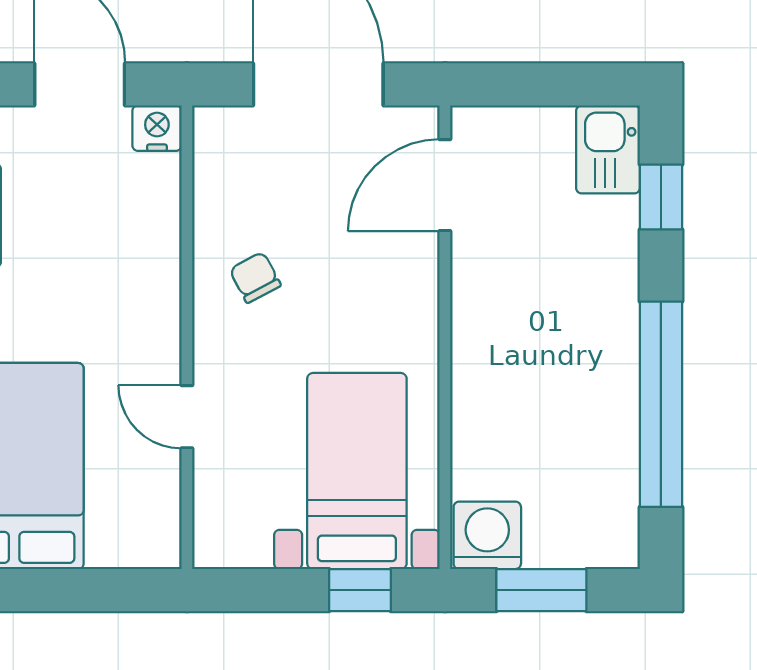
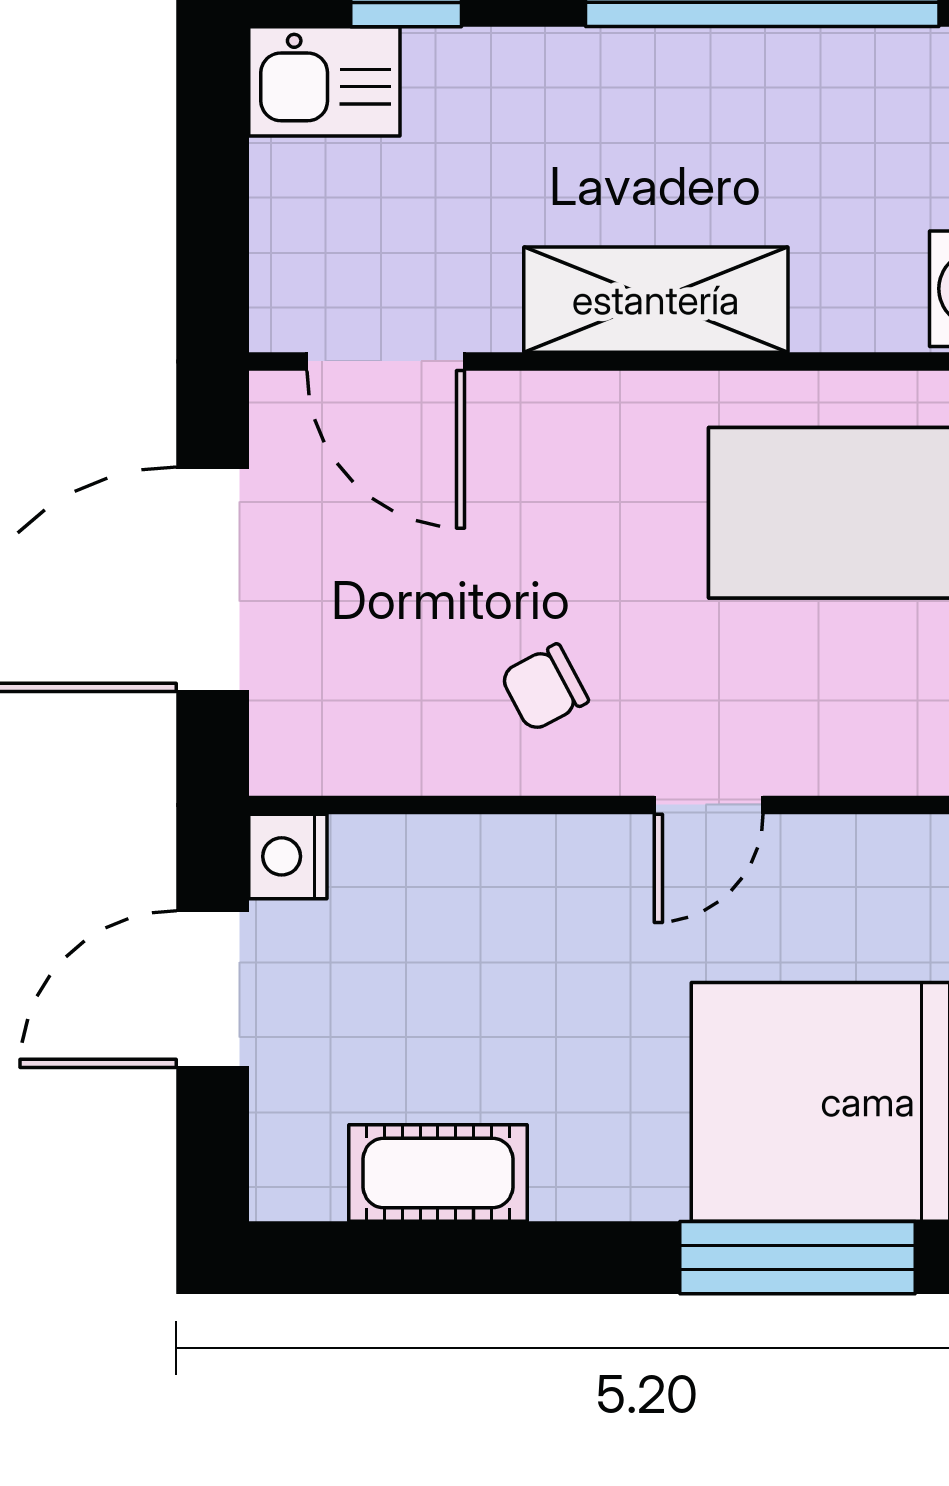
shelving: (481, 342) -> (656, 300), added
door: (187, 417) -> (709, 805), moved

